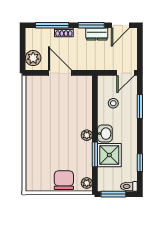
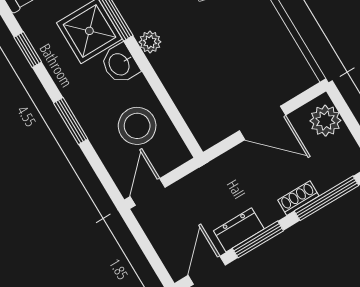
stool: (113, 103) -> (137, 126), width x1.89, depth x1.89
window: (140, 107) -> (71, 121), moved

